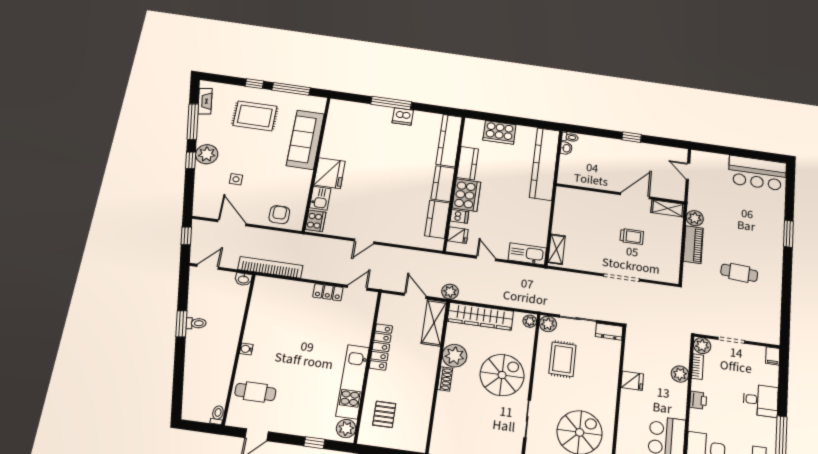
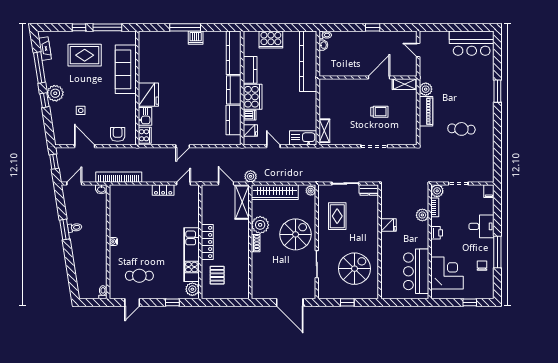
plant: (548, 324) -> (324, 191), removed
locker: (381, 347) -> (207, 242), moved
cafe table: (255, 392) -> (139, 276), moved

